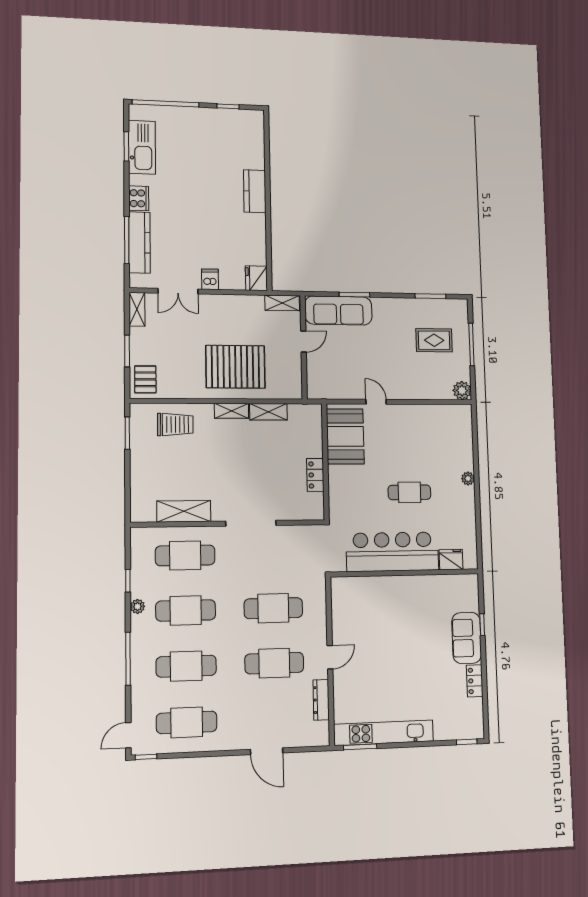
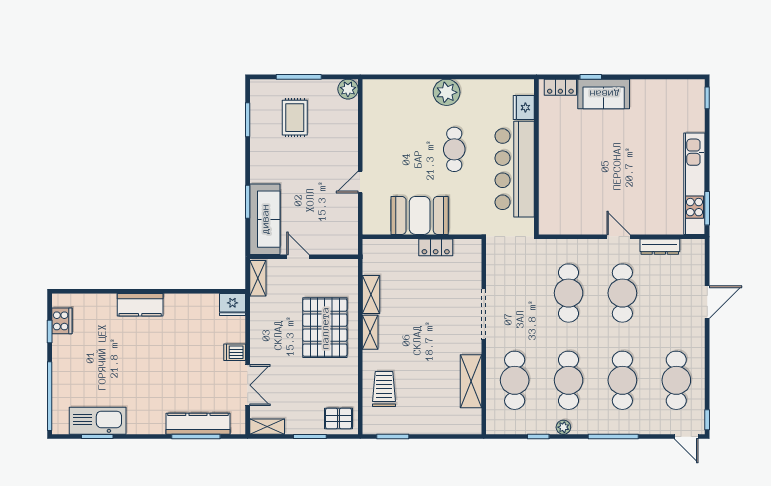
cooker: (139, 198) -> (62, 321), moved, turned 90
booth: (345, 436) -> (420, 215), moved
plant: (468, 478) -> (447, 92), width x1.88, depth x1.88
locker: (475, 681) -> (560, 87), moved

